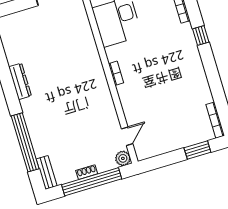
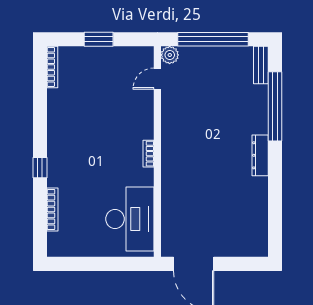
dresser: (20, 81) -> (260, 155), moved
window: (197, 150) -> (99, 39), moved
shoe rack: (87, 172) -> (215, 52), removed

